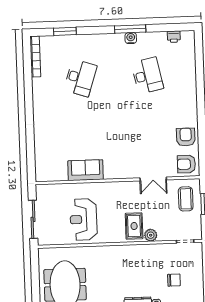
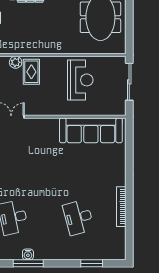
bookcase: (35, 57) -> (121, 207), moved
desk: (80, 78) -> (78, 217), turned -33
sofa: (86, 170) -> (91, 130), width x1.85, depth x1.27

